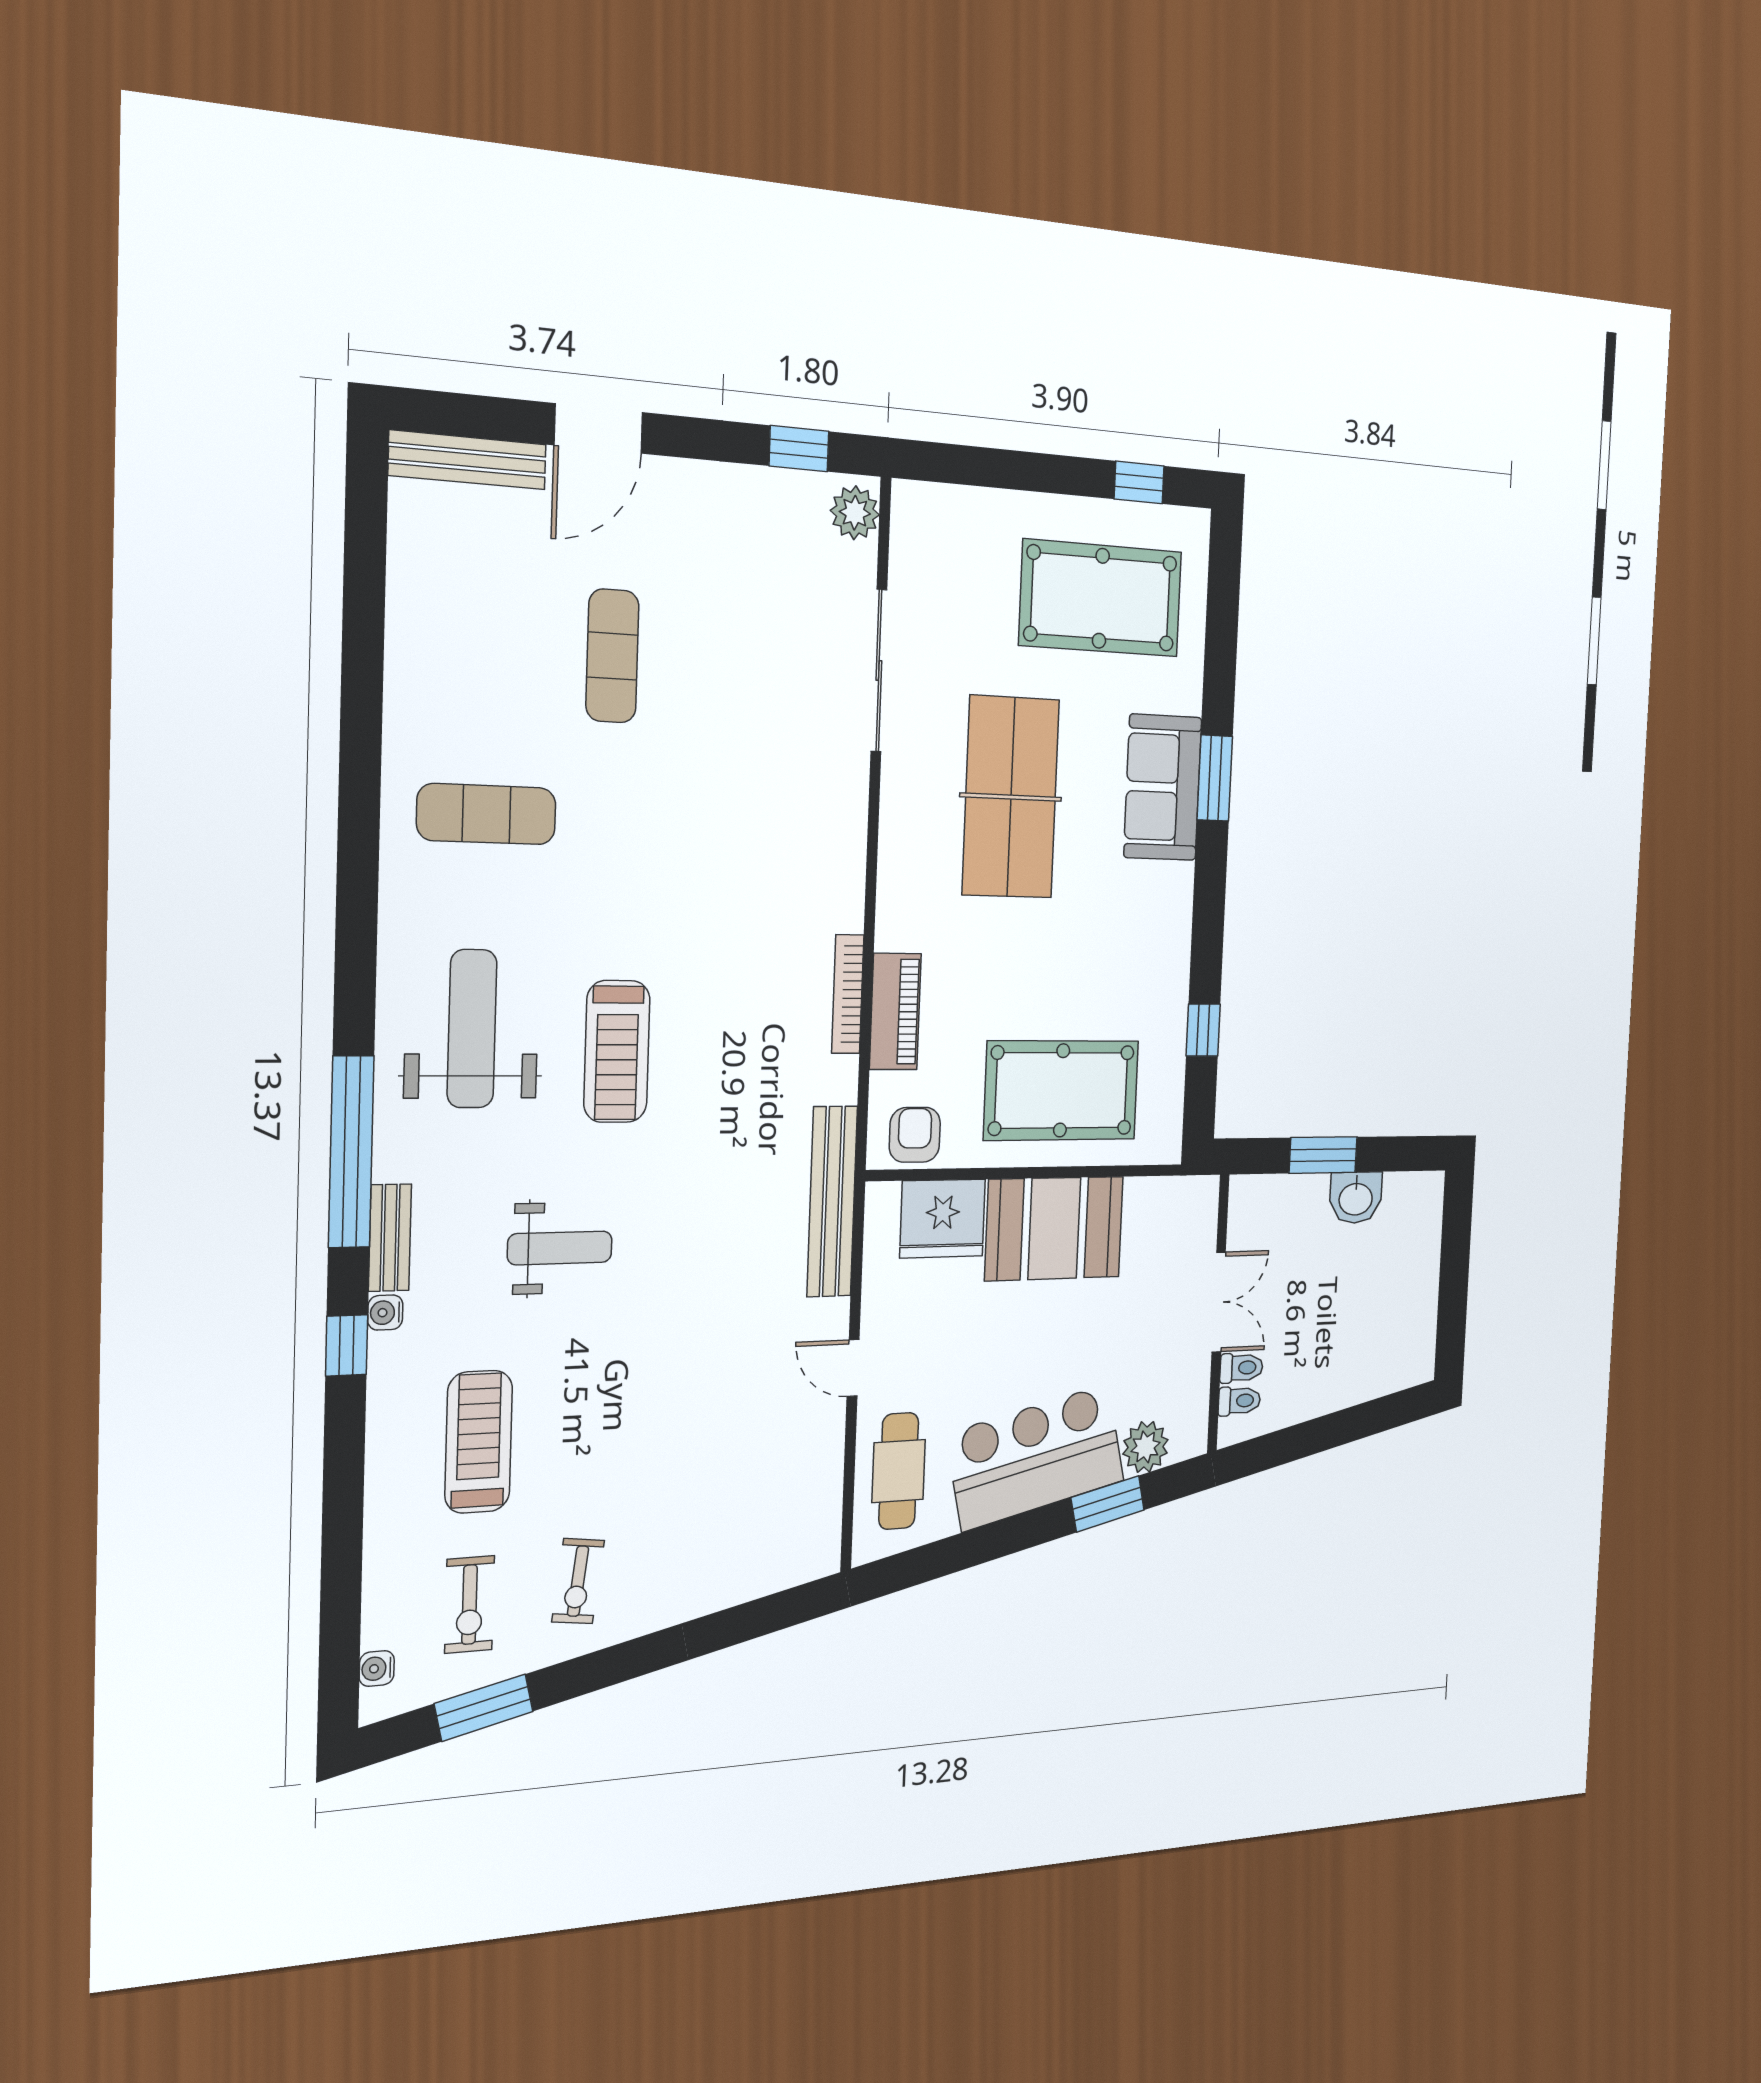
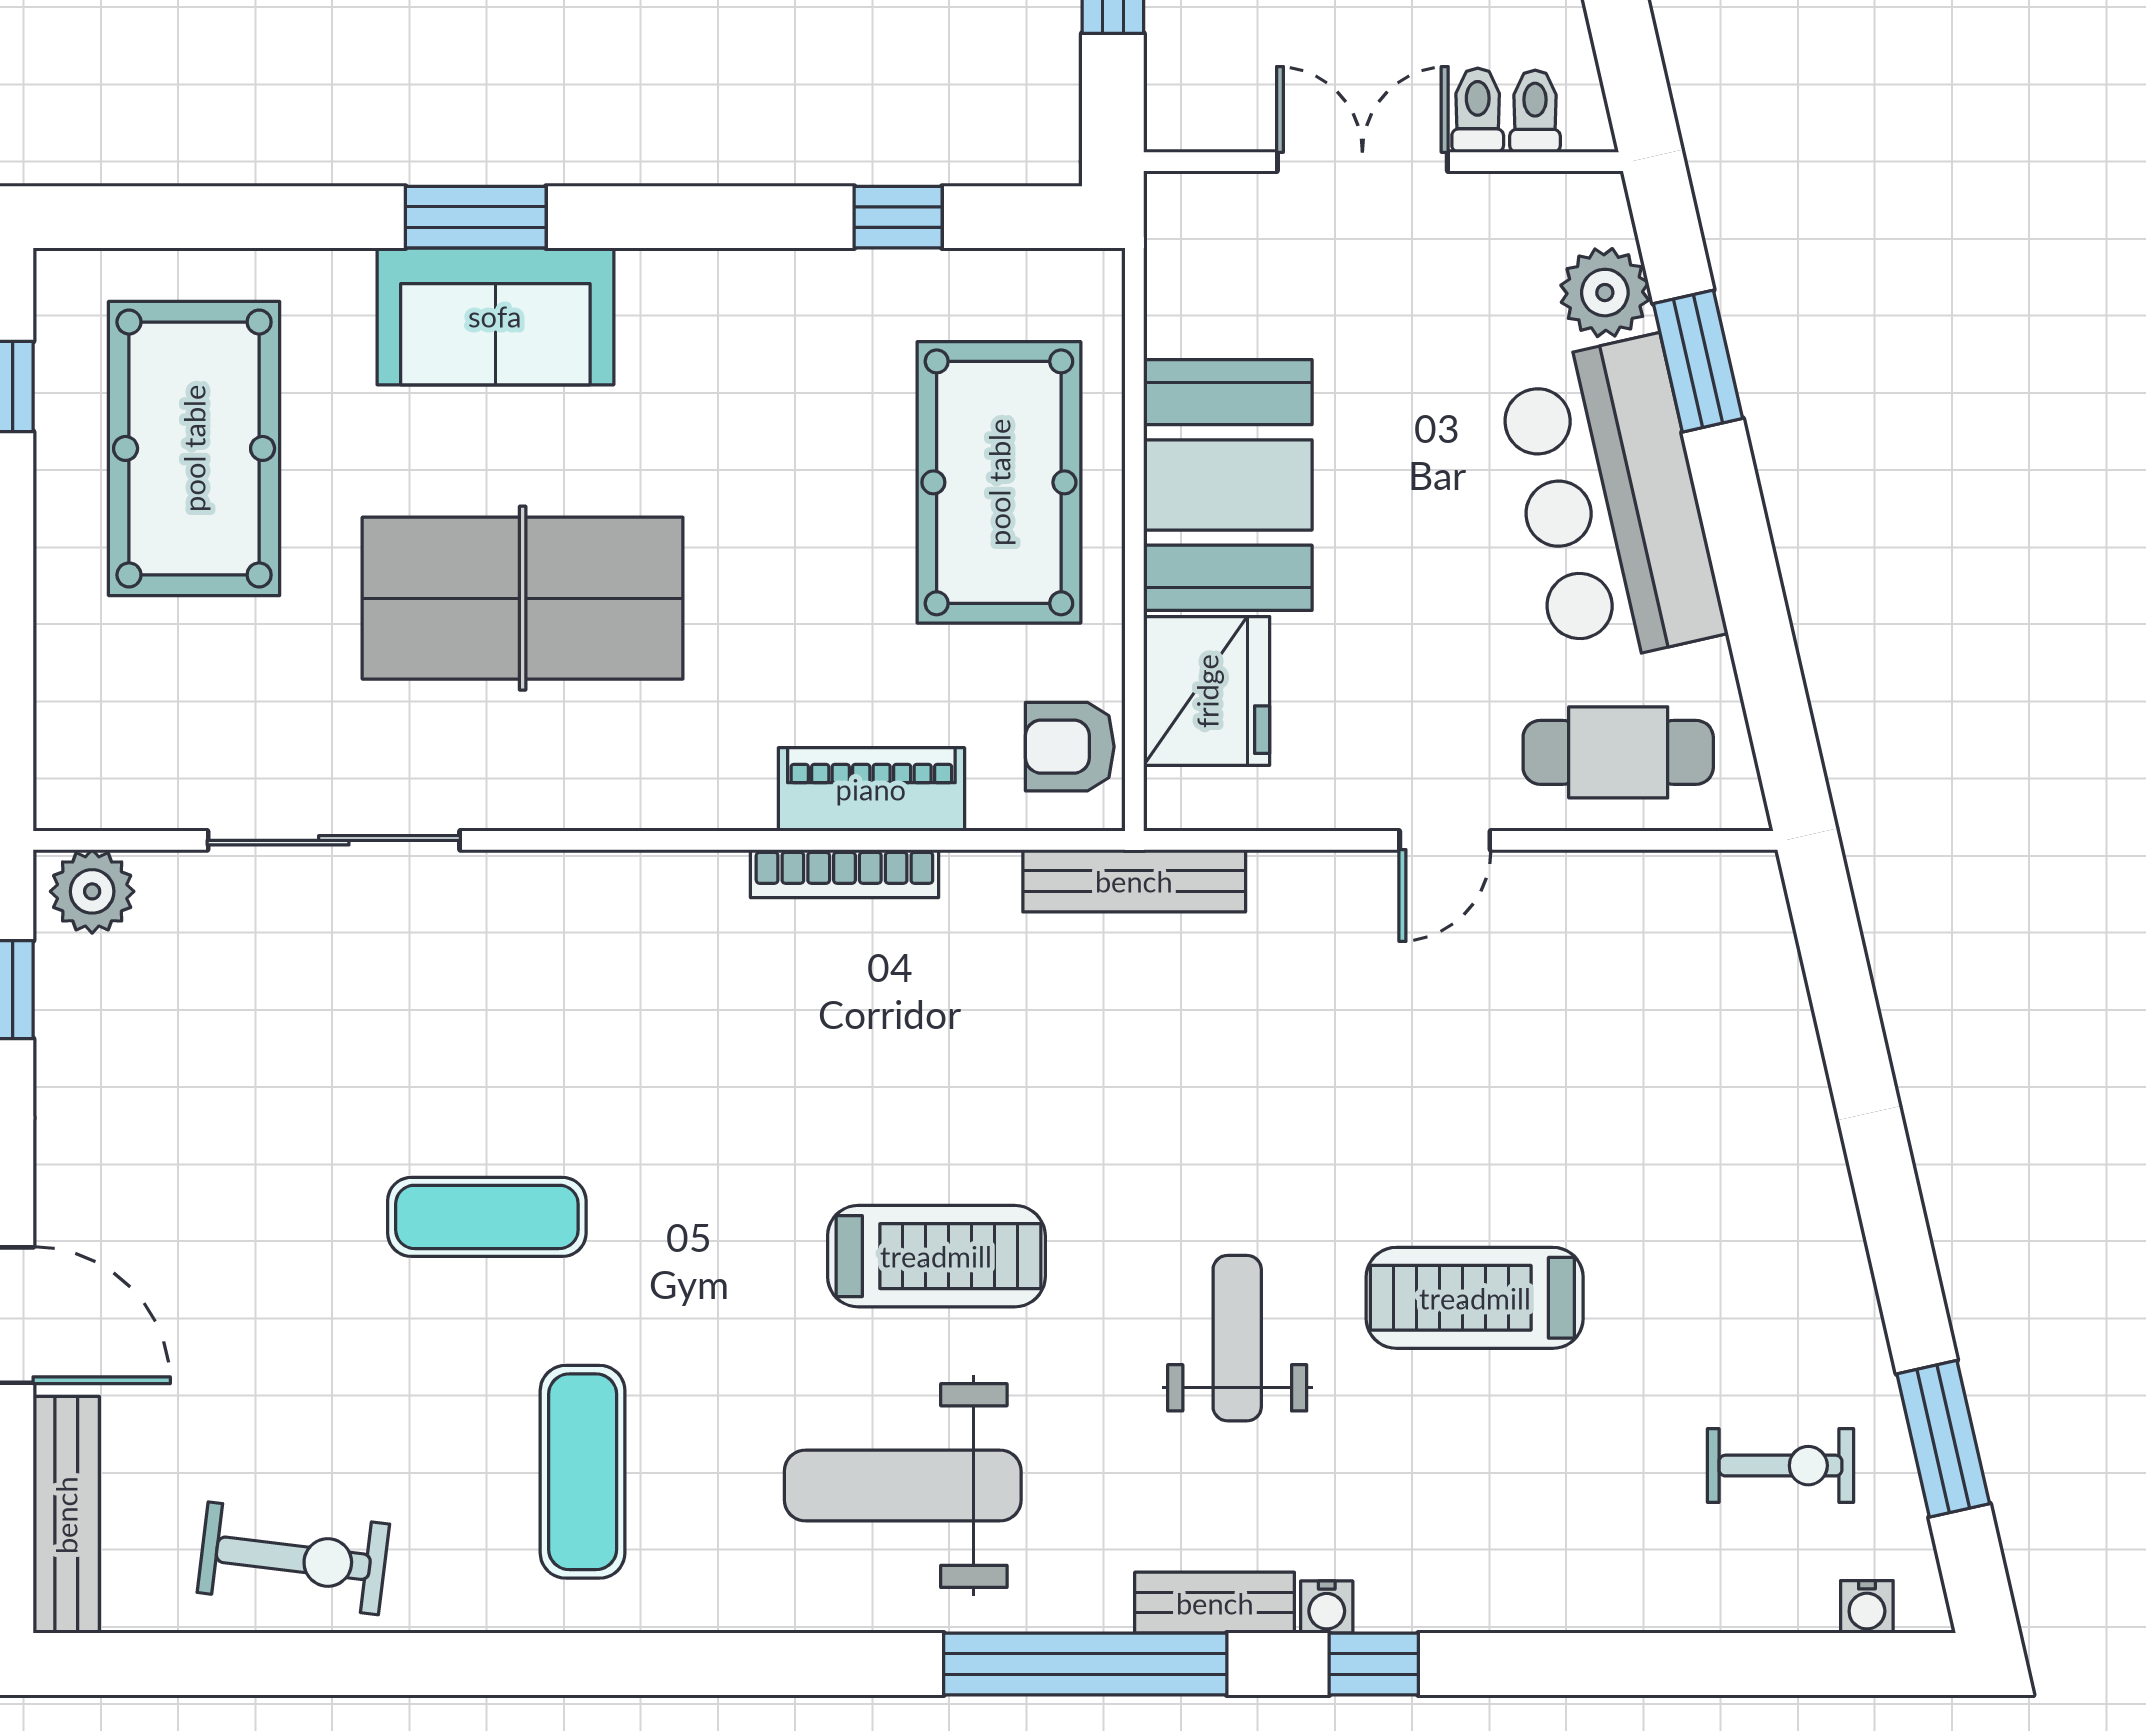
exercise mat: (612, 656) -> (487, 1217), moved
bench: (832, 1202) -> (1134, 881), width x0.73, depth x0.82
treadmill: (479, 1442) -> (1475, 1298), moved
exercise bike: (578, 1581) -> (293, 1558), moved, width x1.38, depth x1.39

